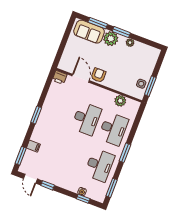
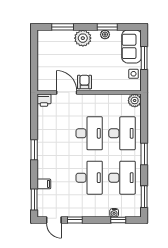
sofa: (89, 32) -> (132, 46), moved, turned 90
window: (121, 32) -> (107, 27), moved
window: (150, 86) -> (144, 58), moved
plant: (120, 101) -> (135, 100), moved
desk: (72, 155) -> (89, 178), added

